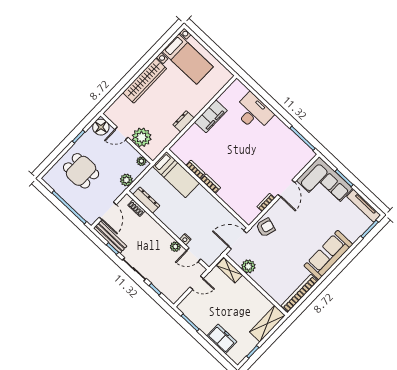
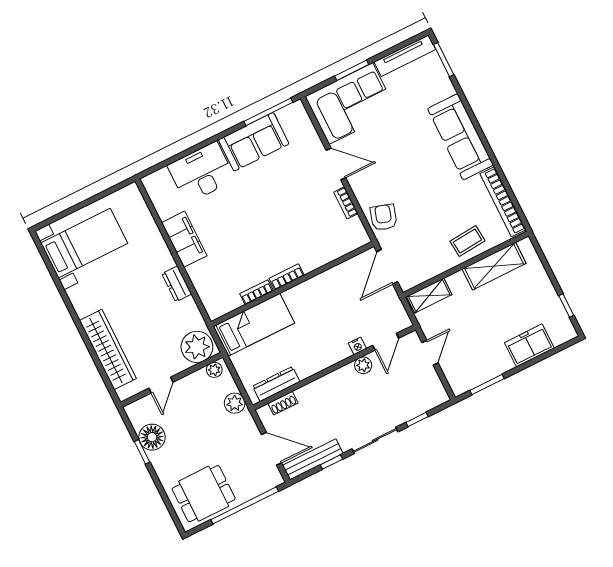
wardrobe: (145, 81) -> (108, 350), moved
floor lamp: (101, 127) -> (152, 437), moved
sofa: (282, 136) -> (254, 142), added
plant: (142, 137) -> (197, 347), moved
dining table: (81, 171) -> (204, 494), moved
plant: (248, 266) -> (434, 265), removed
coffee table: (269, 281) -> (467, 241), added
shelving: (267, 324) -> (494, 266), moved, turned 90

